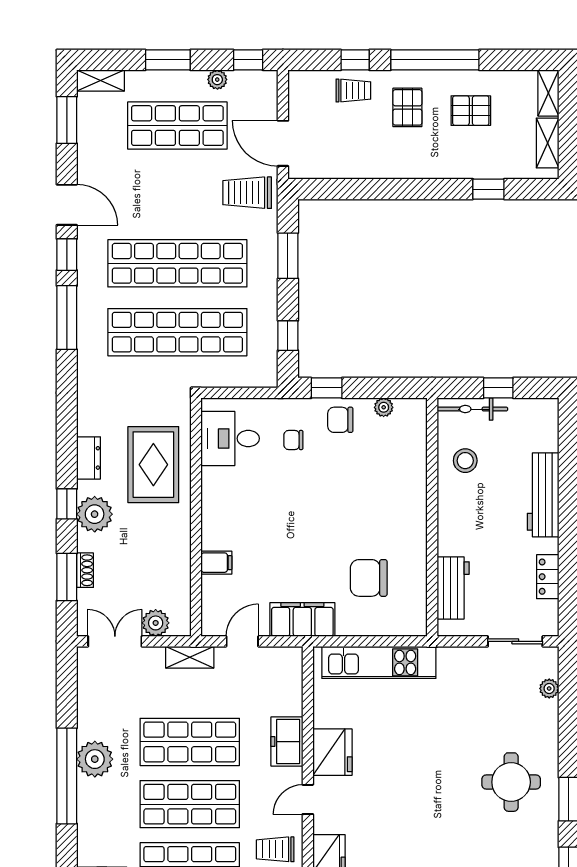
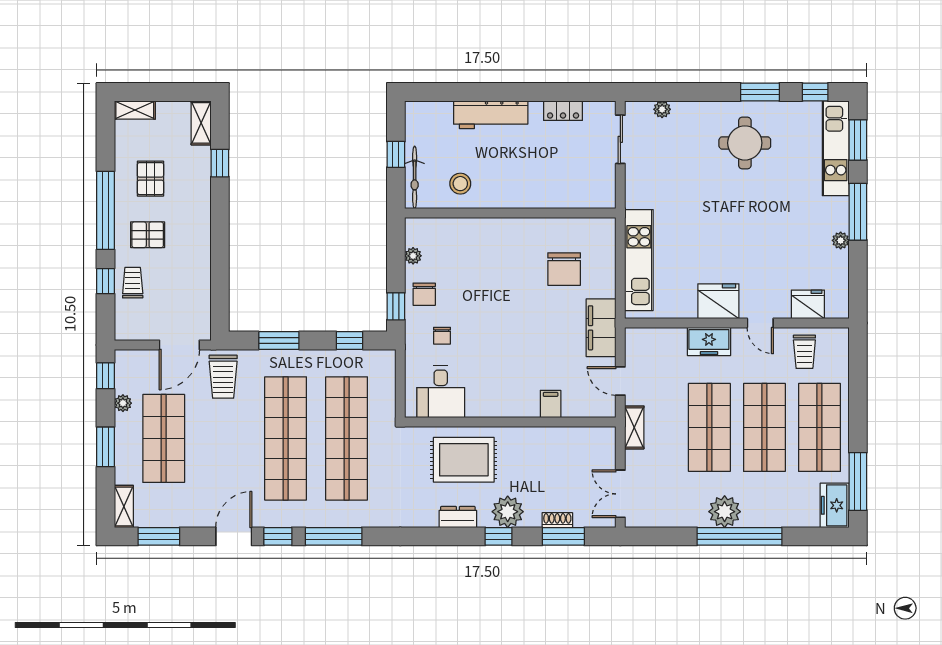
shelving: (548, 143) -> (201, 123), moved, turned 90
workbench: (453, 588) -> (573, 194), removed
plant: (156, 623) -> (604, 458), removed

